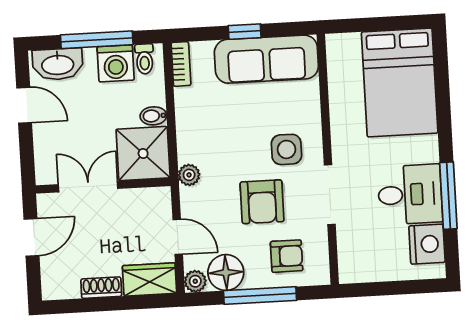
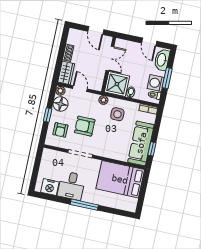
window: (245, 32) -> (152, 149), moved
window: (97, 40) -> (167, 78), width x0.69
bed: (400, 82) -> (120, 179), moved
door: (24, 105) -> (149, 42), hinge flipped
side table: (286, 149) -> (117, 114), moved
window: (448, 196) -> (84, 205), moved
door: (178, 237) -> (80, 89), swing flipped
window: (260, 295) -> (48, 115), width x0.46

